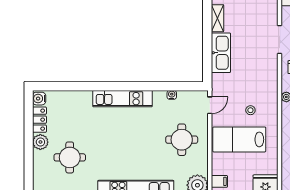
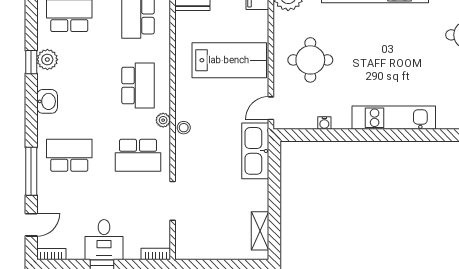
kitchen sink: (221, 53) -> (255, 151), moved
stool: (250, 110) -> (184, 128), moved

